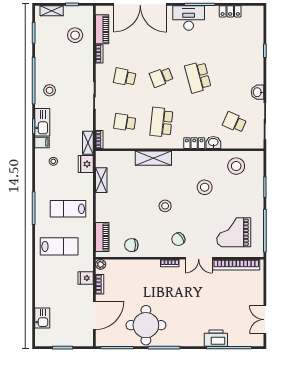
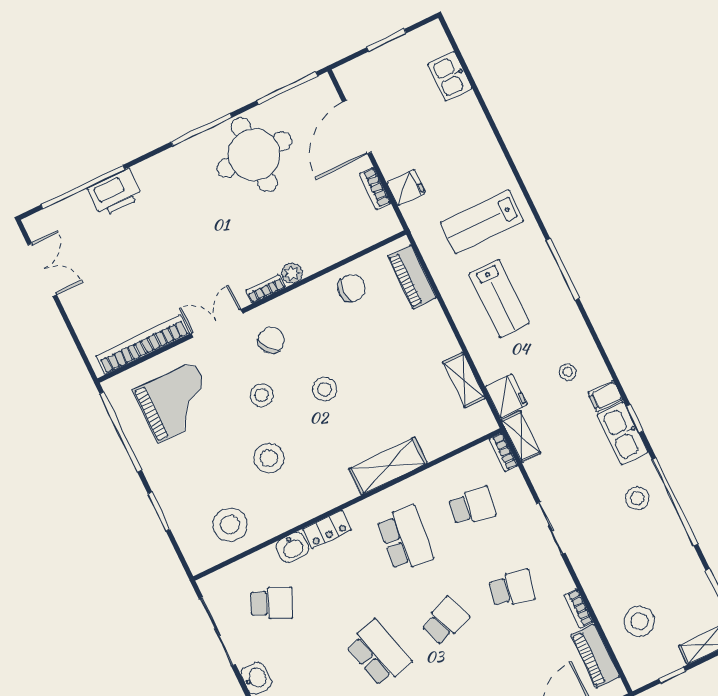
lab bench: (68, 209) -> (499, 298), turned 90
stool: (194, 217) -> (262, 395), added
plant: (101, 264) -> (292, 273), moved

